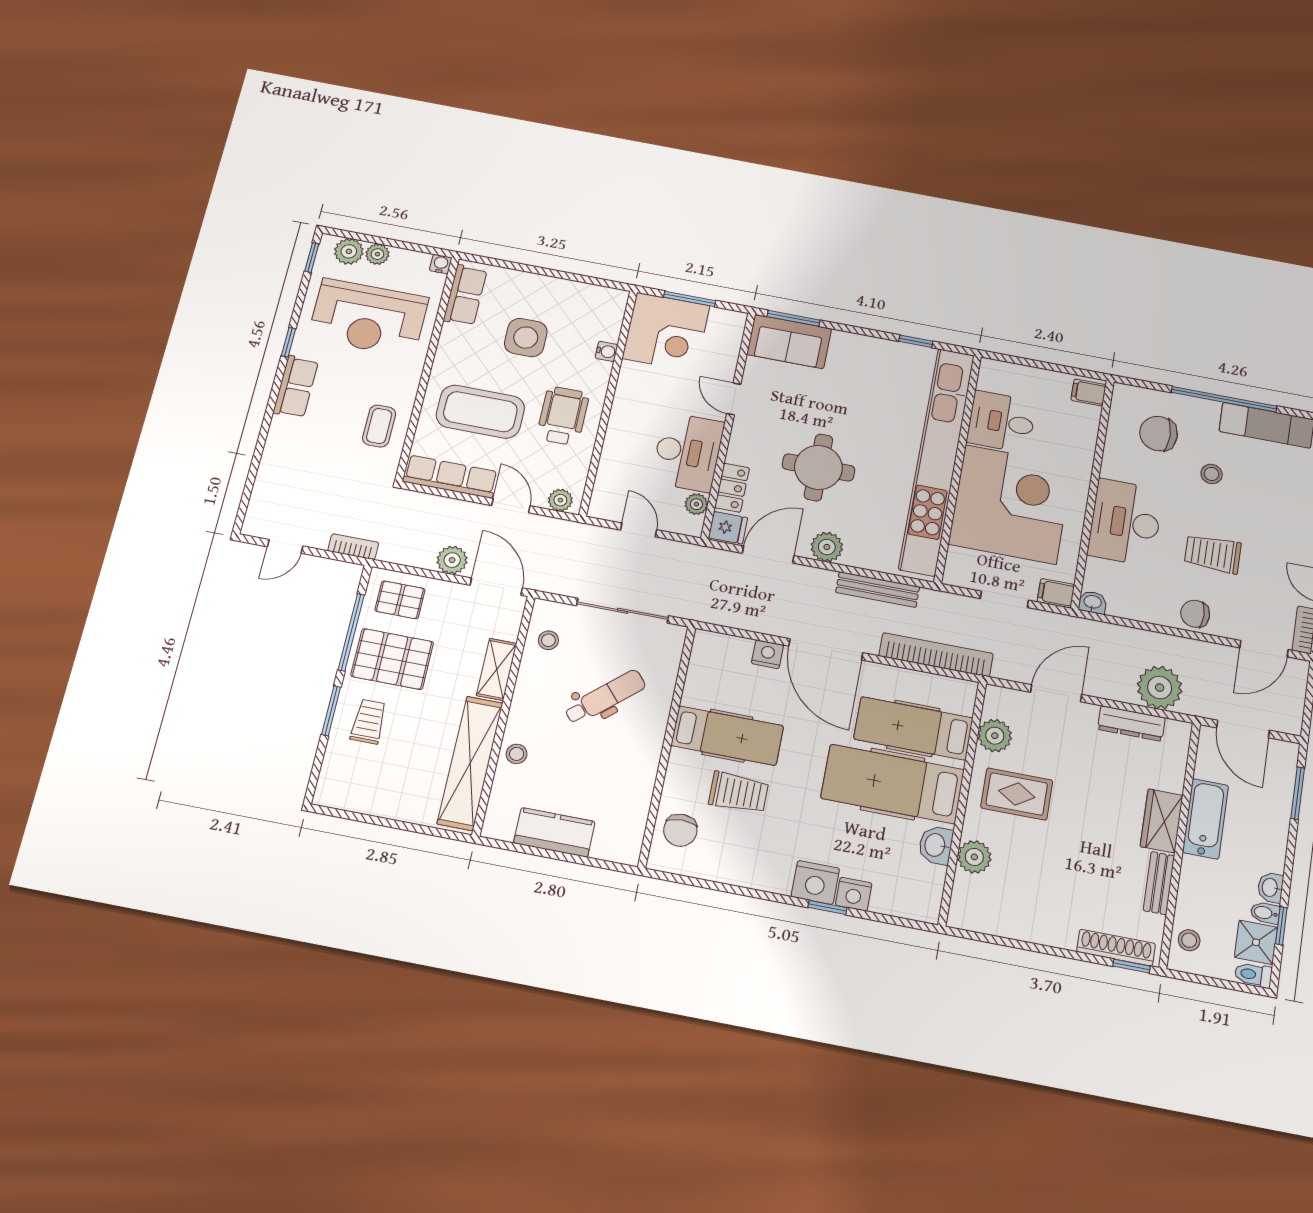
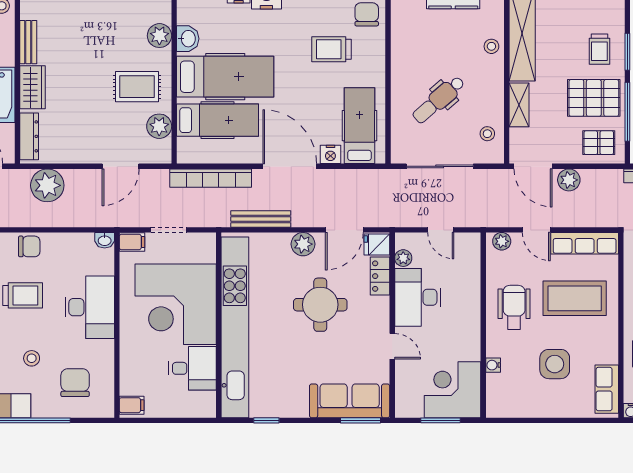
sofa: (789, 342) -> (350, 401), width x1.36
wheelchair: (563, 416) -> (514, 307), turned 180
chair: (1159, 434) -> (75, 383), turned -90
dresser: (1131, 723) -> (29, 136), moved, turned 90
hospital bed: (727, 736) -> (360, 126), moved, turned 90

